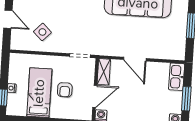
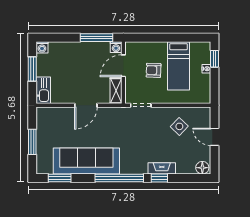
door: (135, 59) -> (86, 105), swing flipped
armchair: (65, 90) -> (154, 70), turned -88

